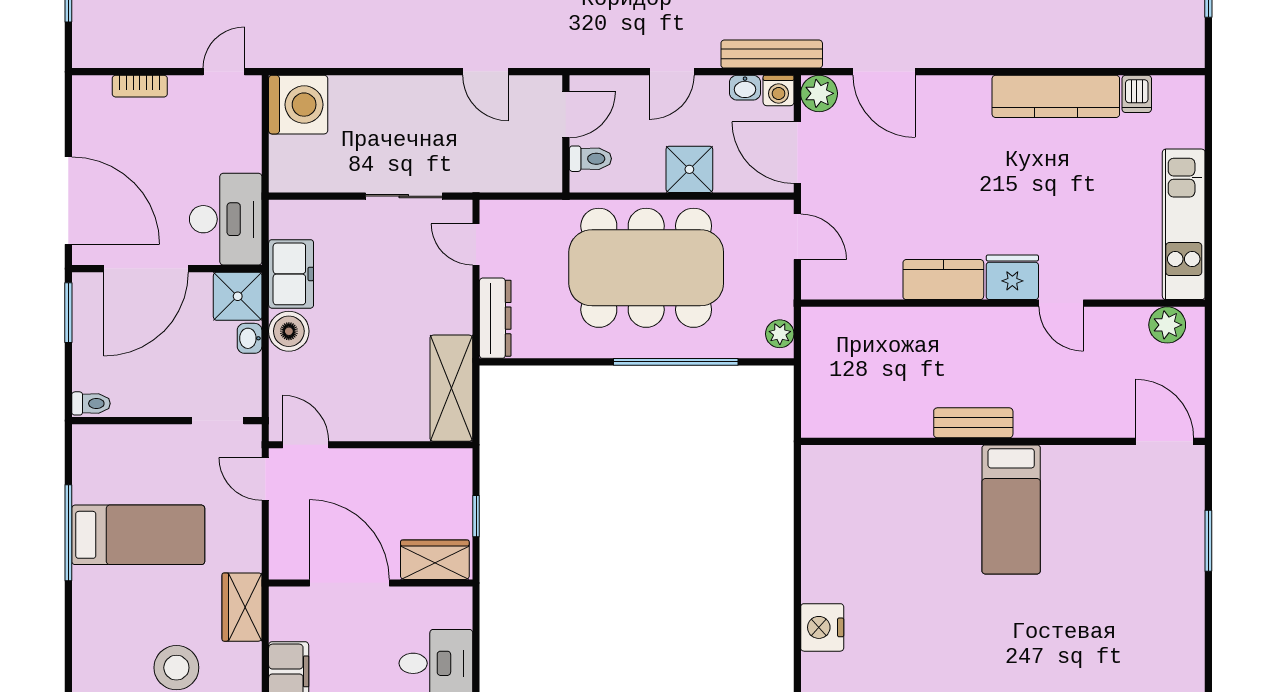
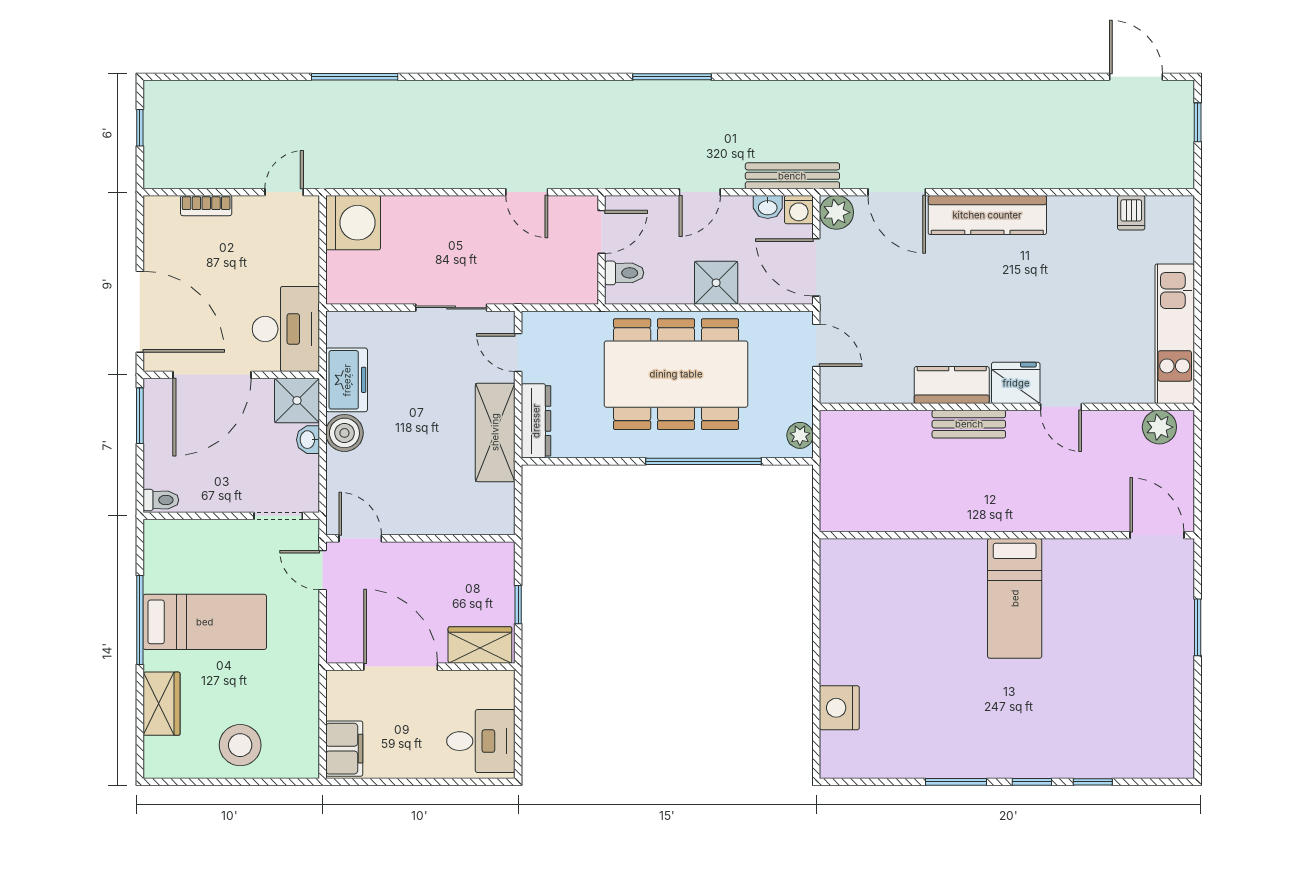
kitchen counter: (1056, 96) -> (987, 215), moved
shelving: (451, 388) -> (495, 432), moved
bench: (973, 423) -> (969, 424), moved
wardrobe: (242, 607) -> (162, 704), moved, turned 180

